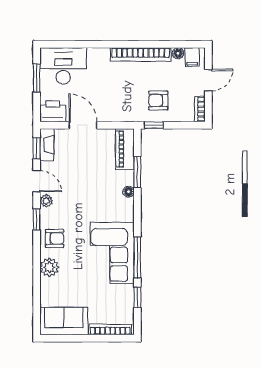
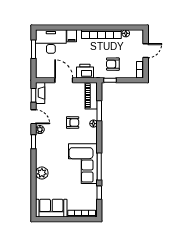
filing cabinet: (192, 57) -> (72, 36), moved
printer: (53, 111) -> (85, 71), moved
armchair: (55, 238) -> (73, 123), moved

